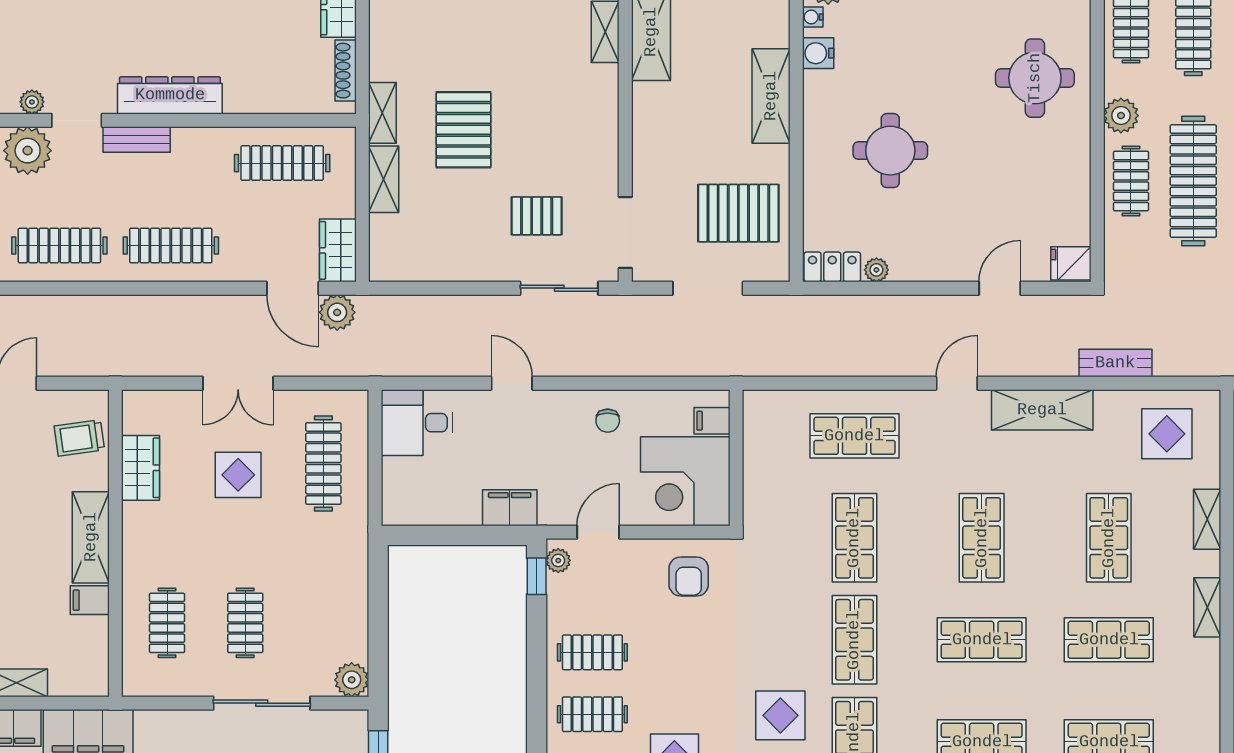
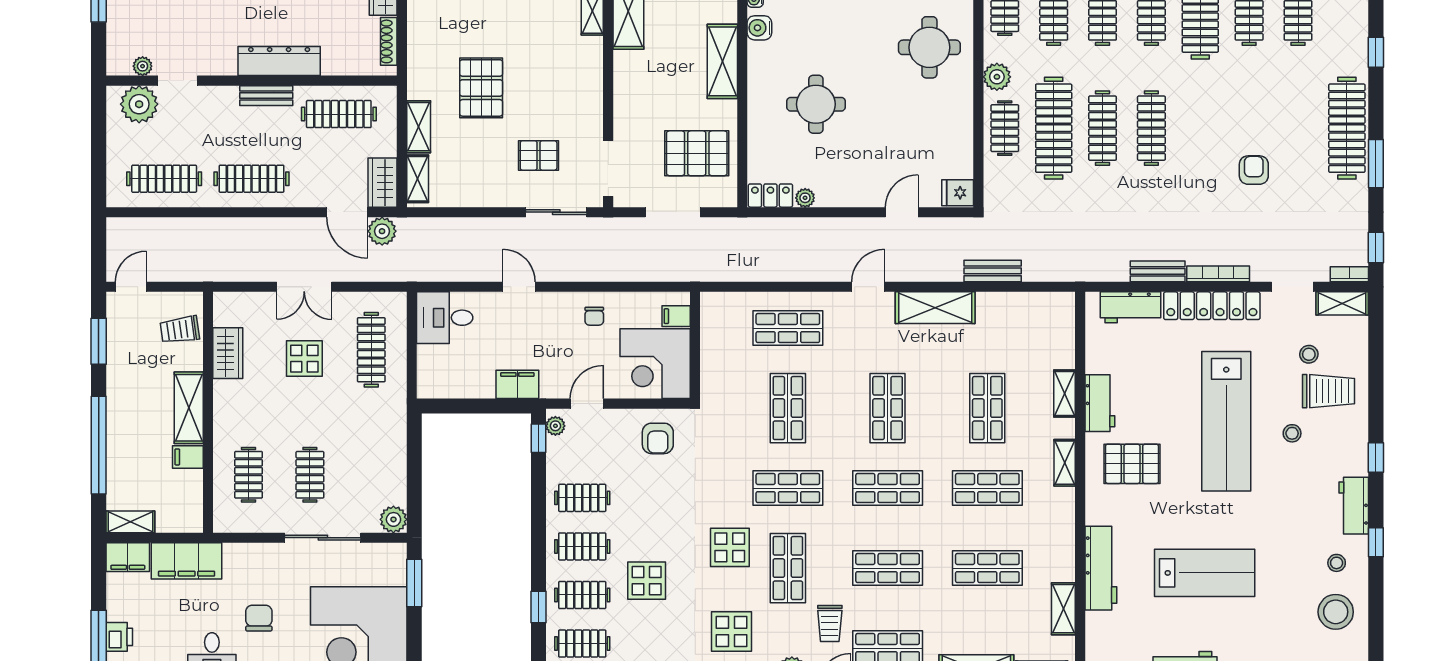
dresser: (170, 95) -> (279, 61), moved
shelving: (382, 113) -> (418, 179), moved
bench: (137, 139) -> (266, 96), moved
display table: (1167, 434) -> (1033, 326), removed
shop shelf: (854, 640) -> (788, 488), turned 90

